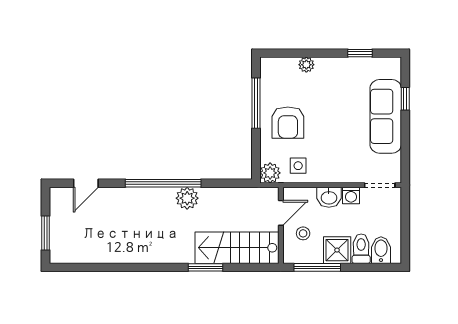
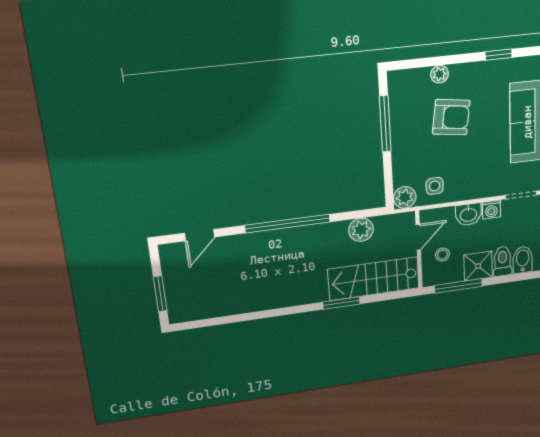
armchair: (288, 123) -> (451, 117), moved, turned -82
plant: (187, 198) -> (361, 230), moved

